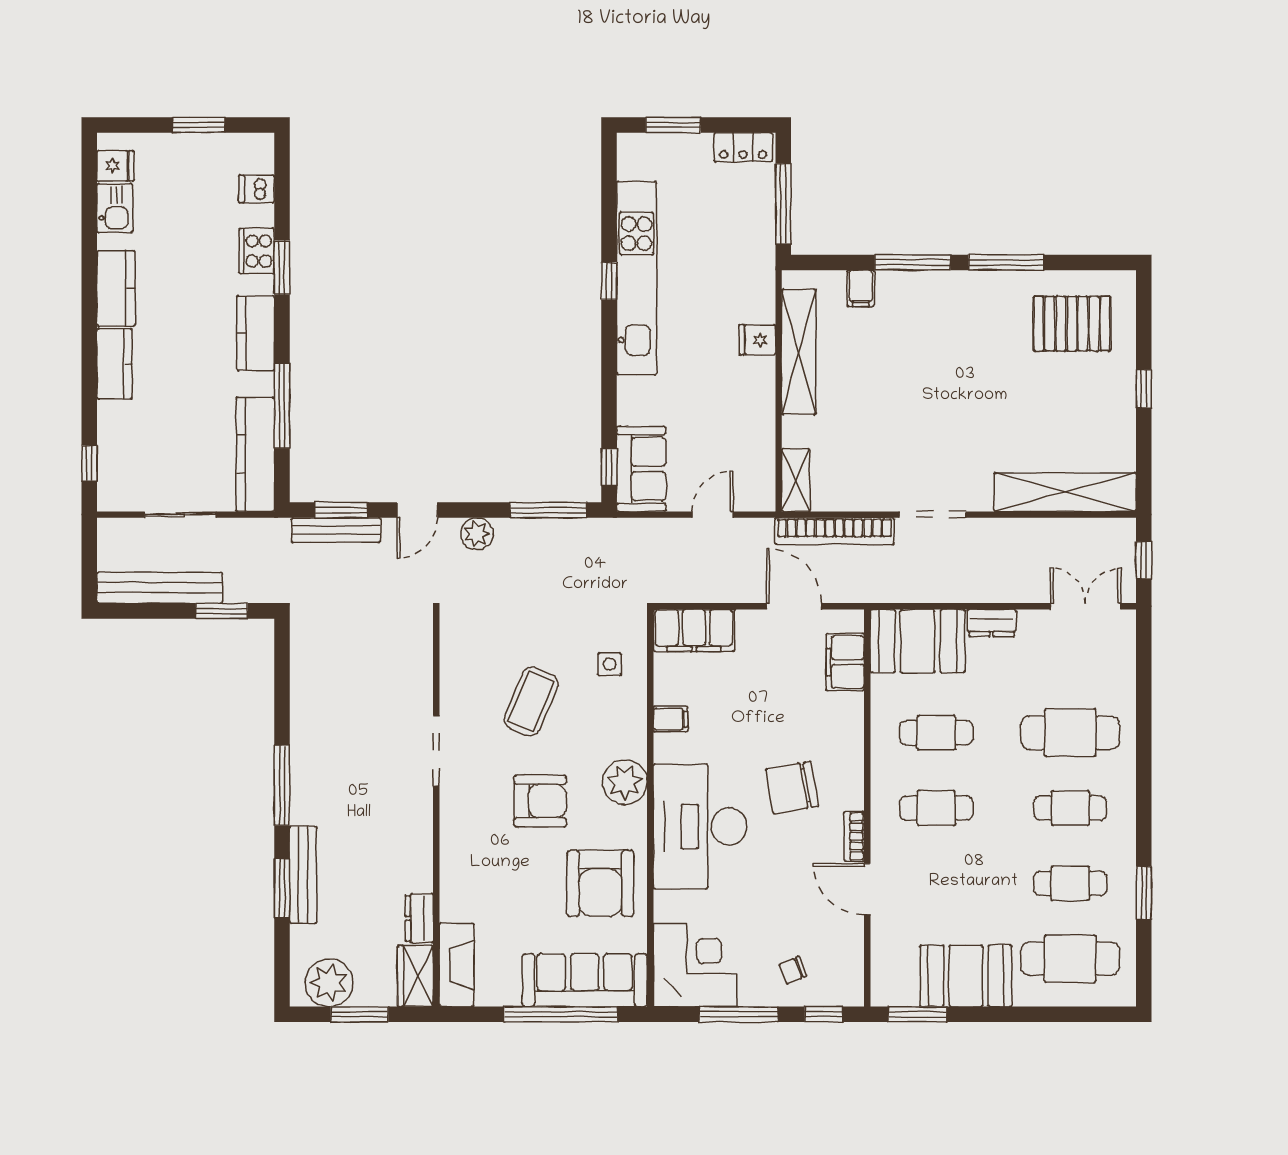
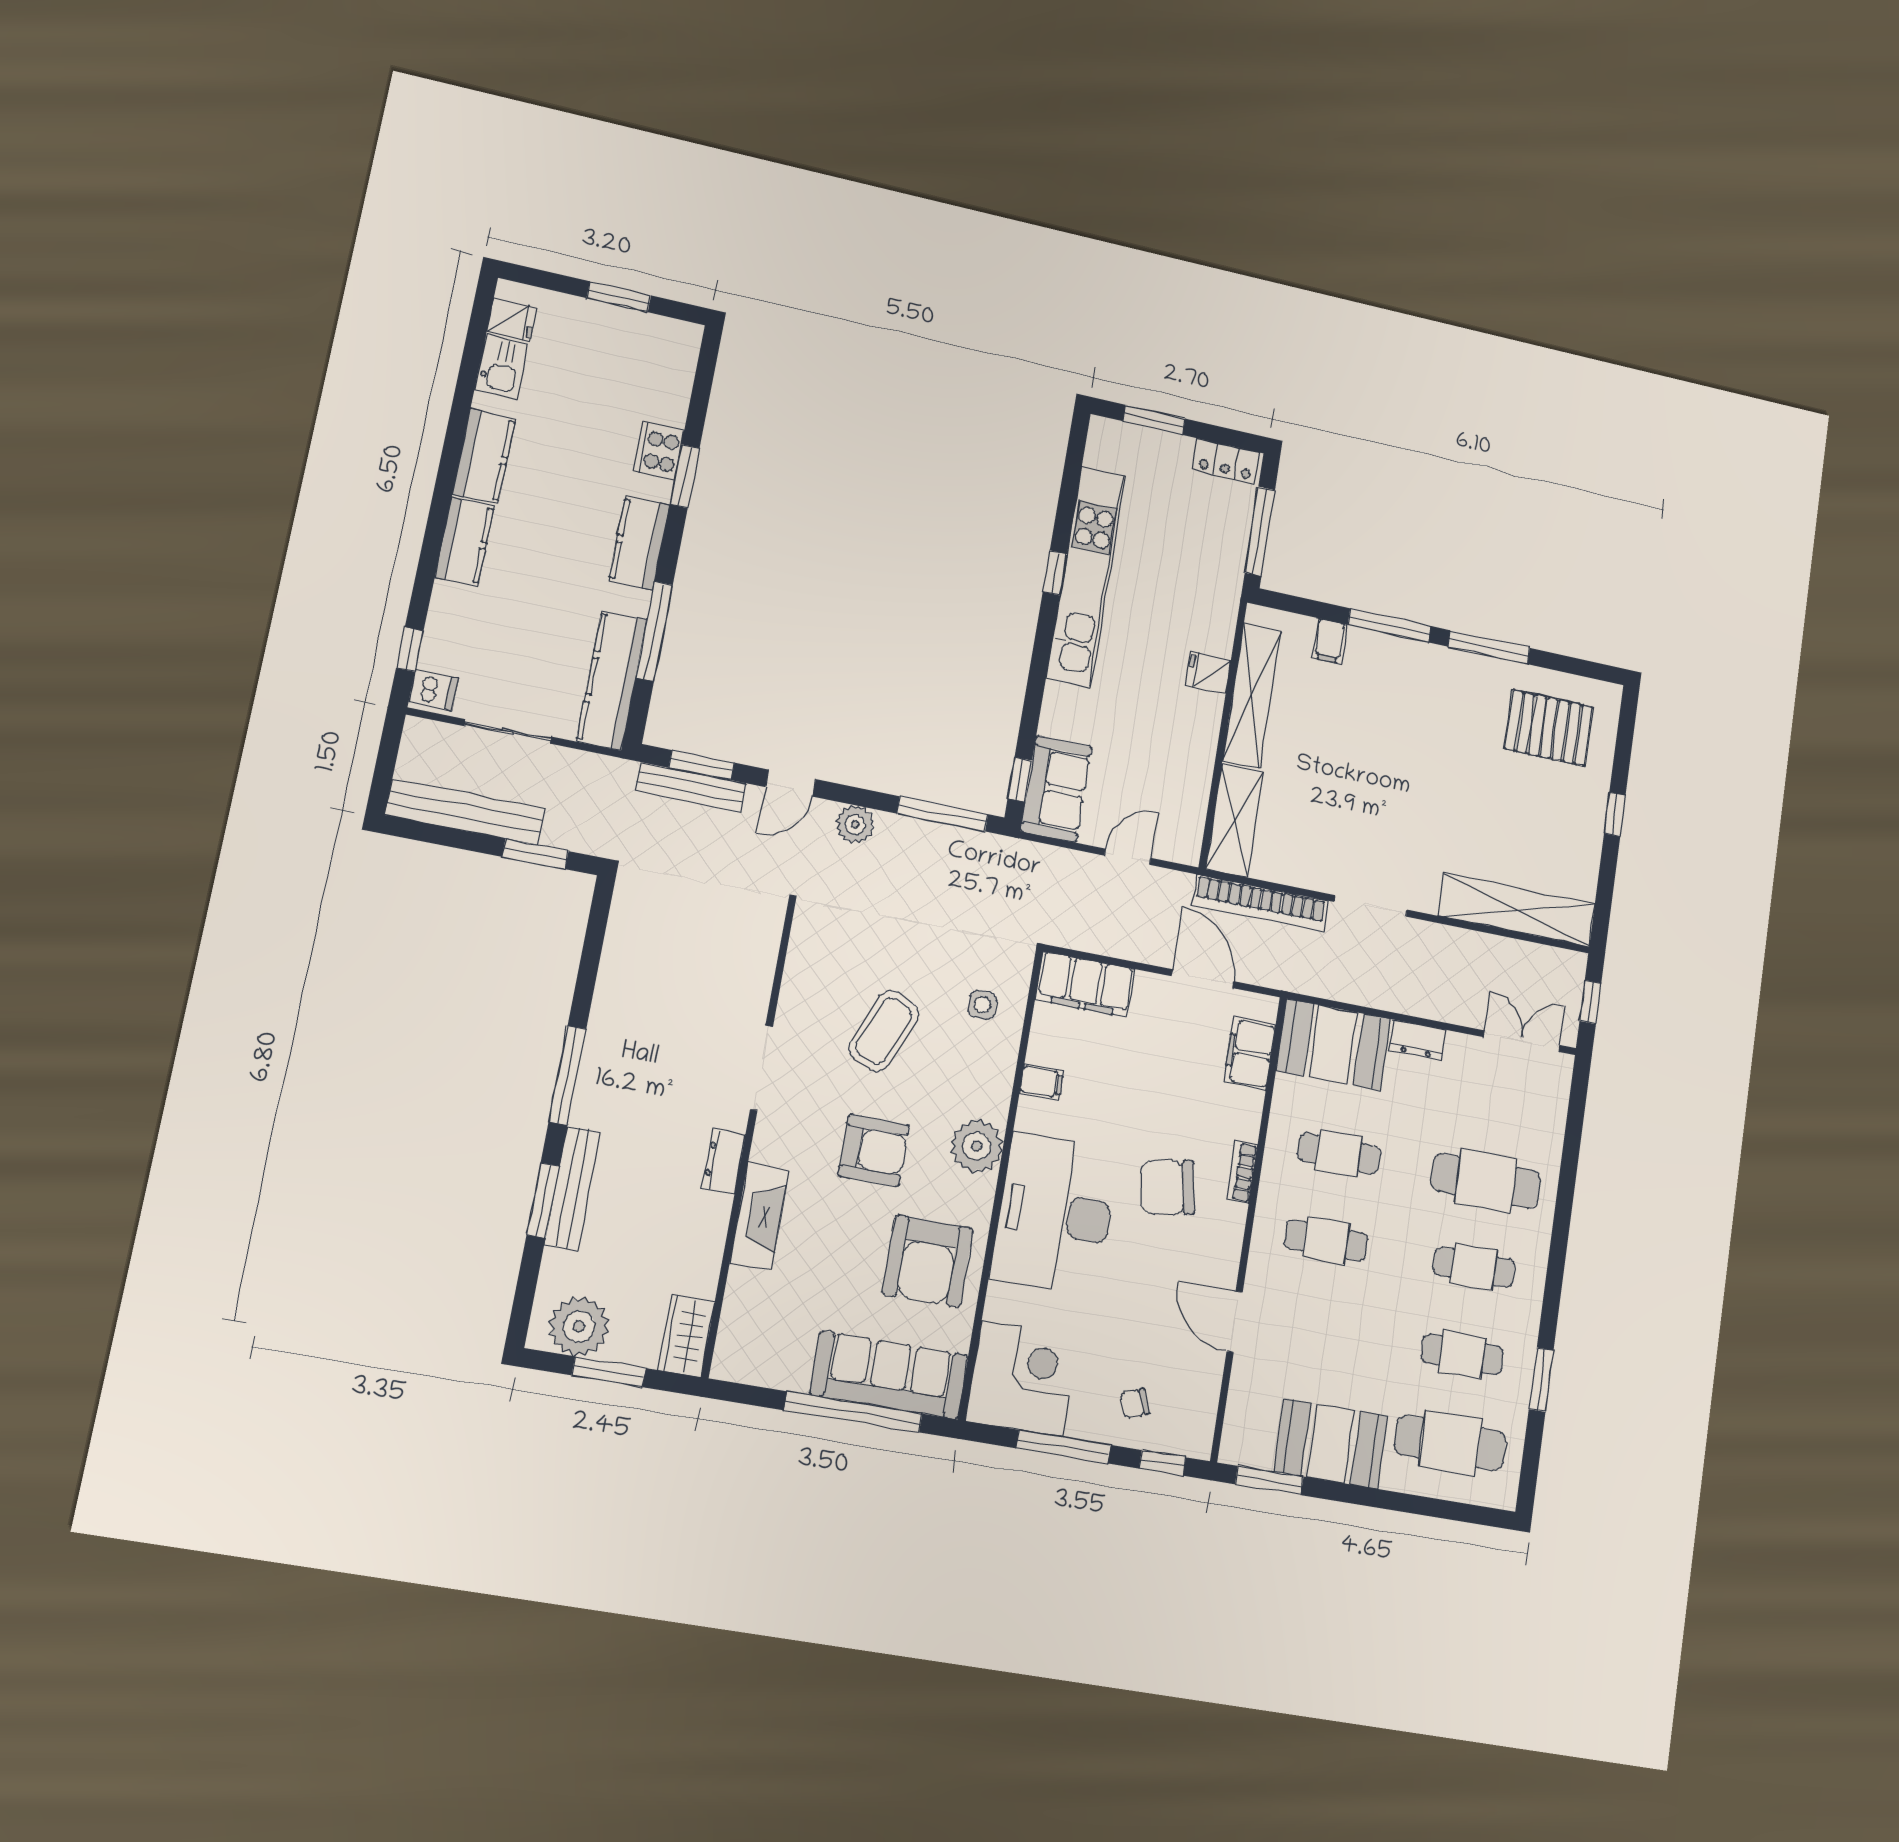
dishwasher: (256, 189) -> (434, 690), moved, turned 180
shelving: (796, 480) -> (1234, 820), width x1.50, depth x1.33
bookcase: (854, 836) -> (1242, 1172), moved
dresser: (419, 918) -> (723, 1161), moved
fireplace: (457, 965) -> (759, 1216), moved

